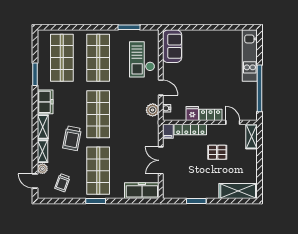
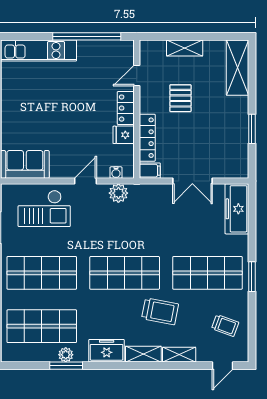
shelving: (252, 136) -> (185, 48), moved
plant: (42, 169) -> (66, 355), moved

